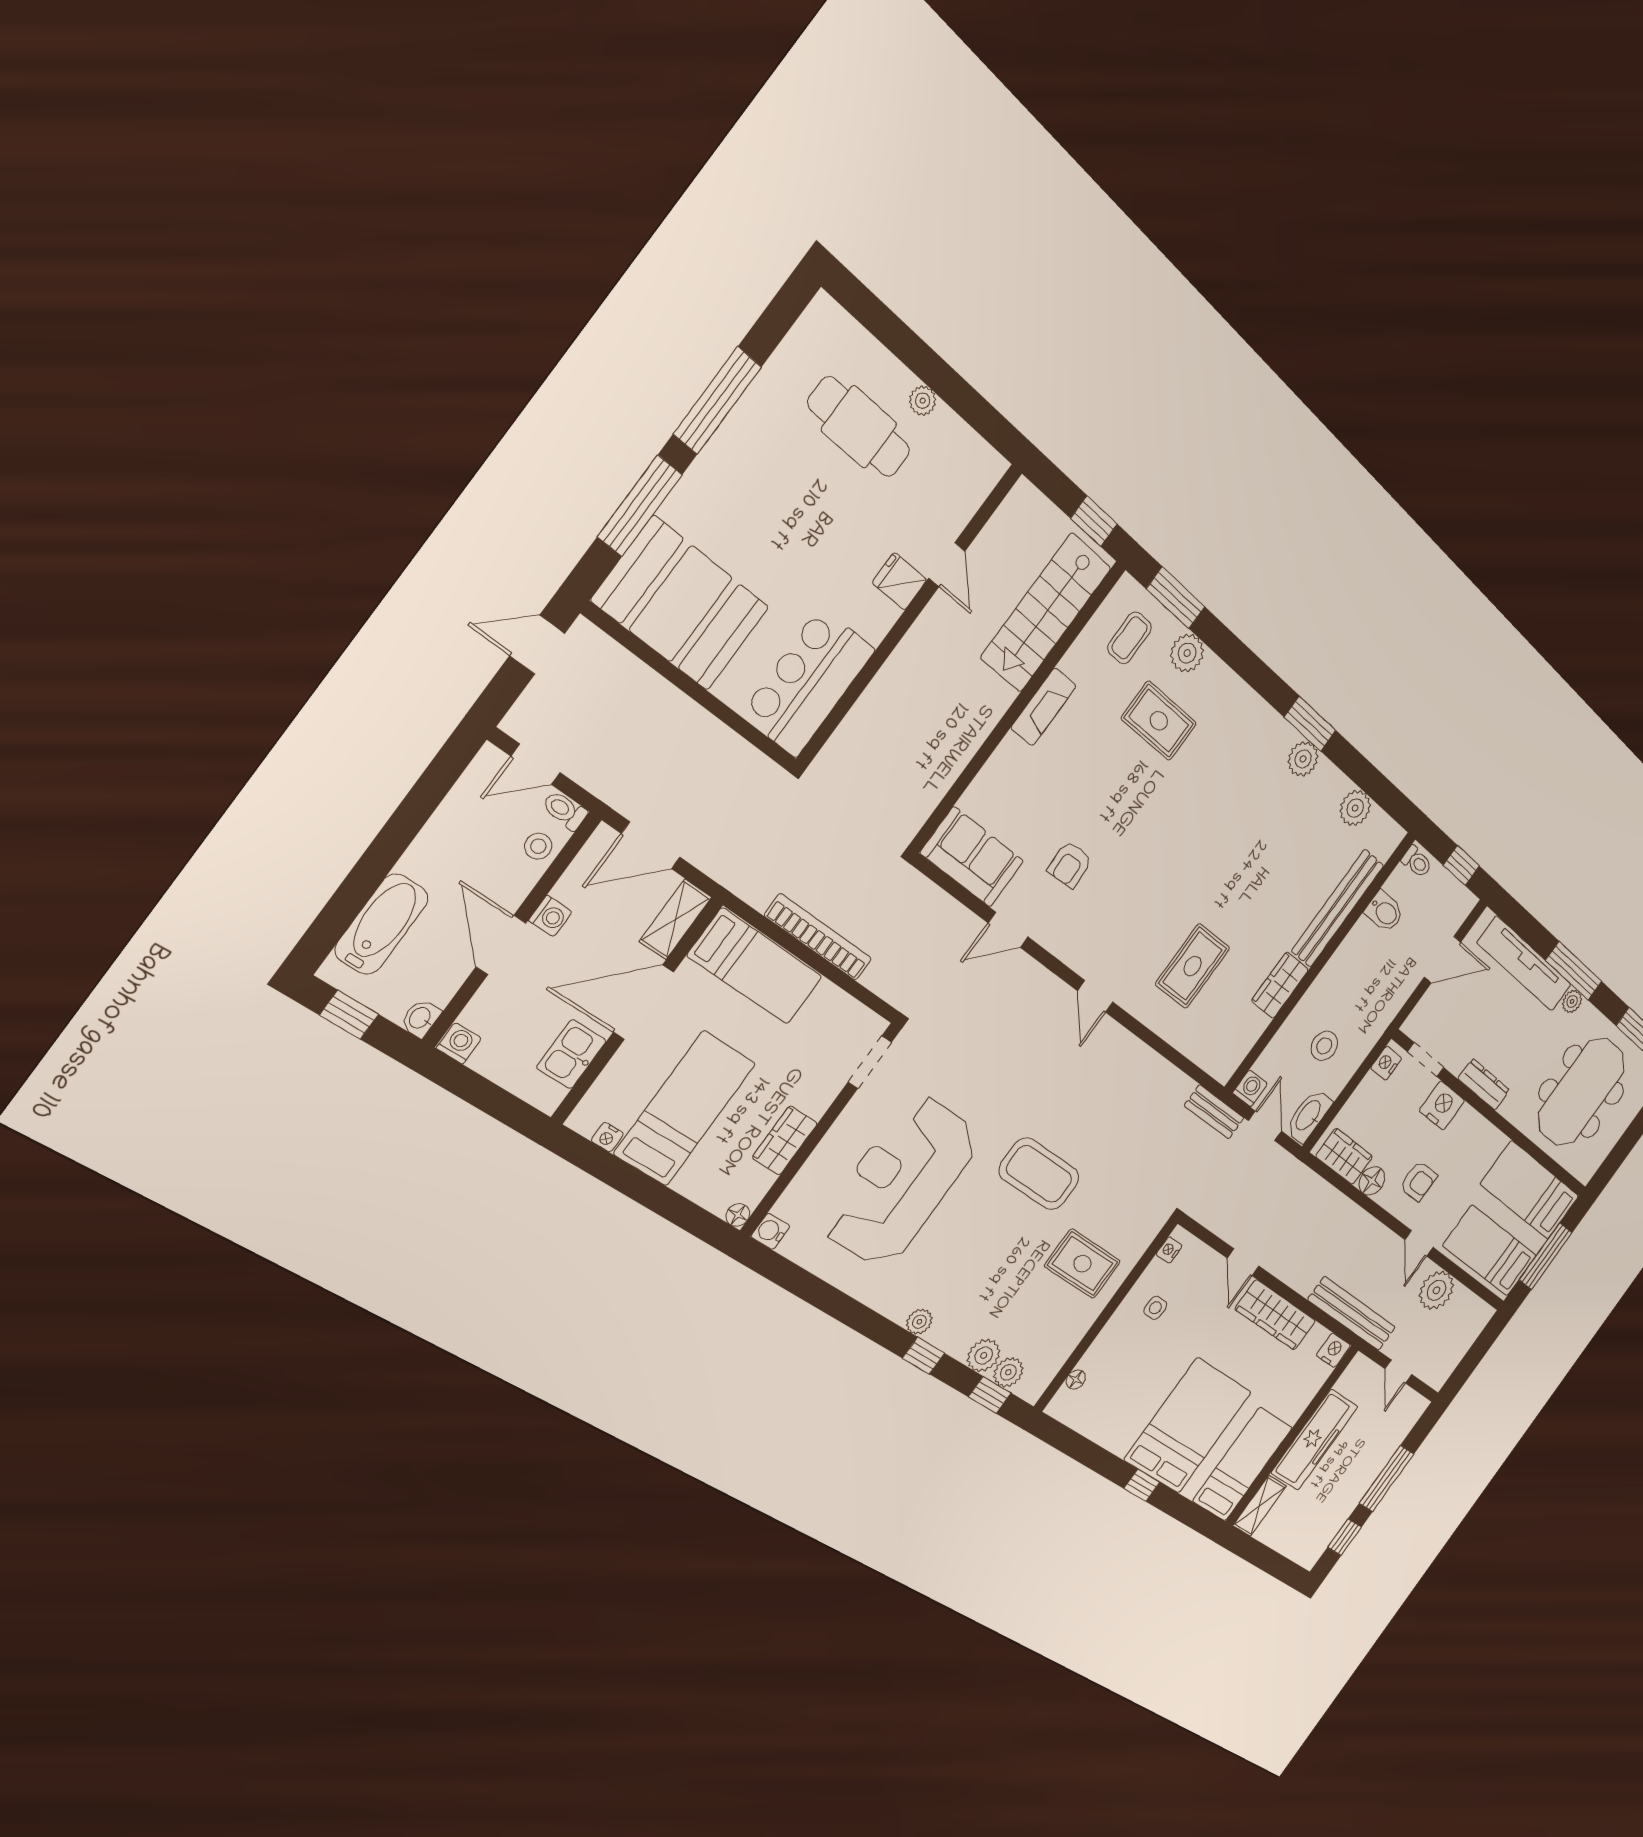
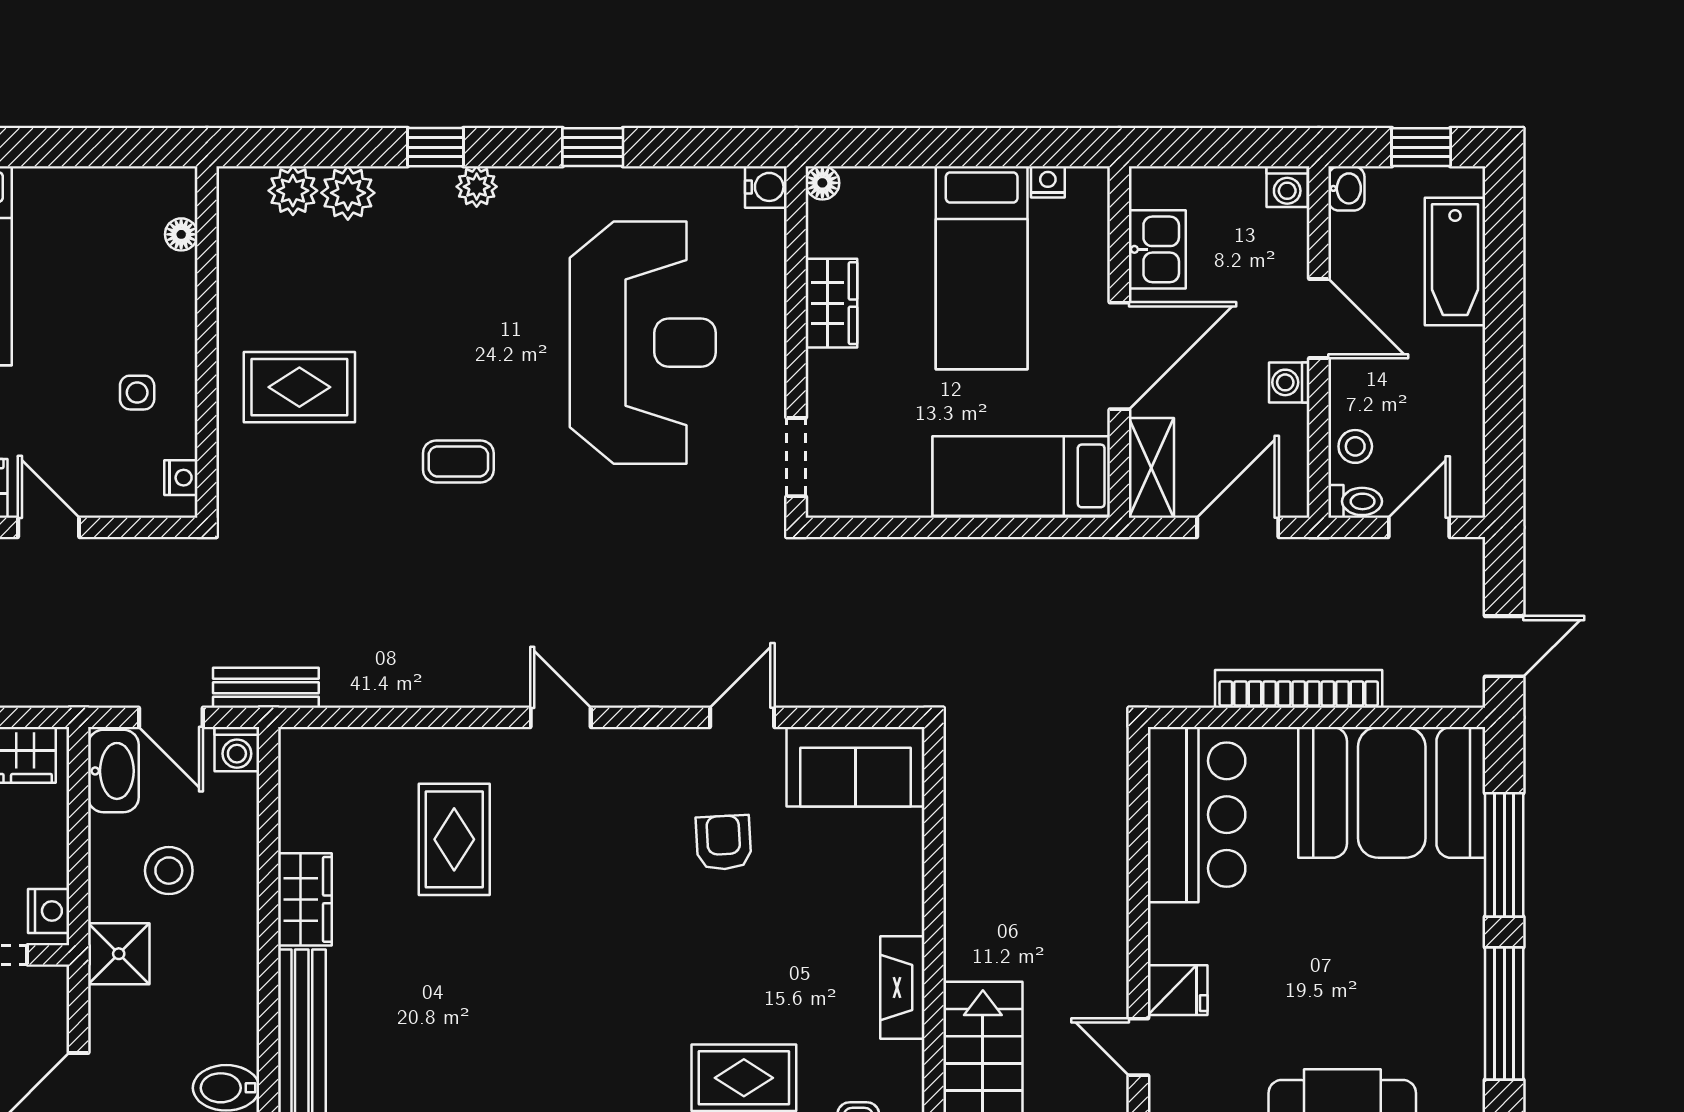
bookcase: (818, 937) -> (1299, 689), moved, turned 180
shower: (1375, 1018) -> (119, 954), added
coffee table: (1039, 1174) -> (458, 461), width x0.54, depth x0.58
window: (990, 1395) -> (593, 147), moved

